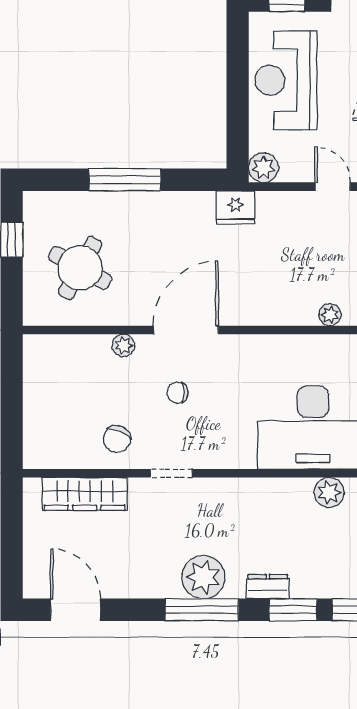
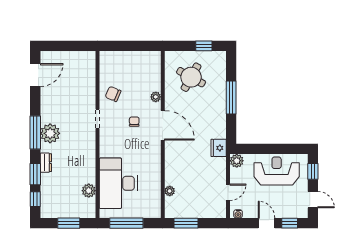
wardrobe: (85, 494) -> (88, 79), removed

